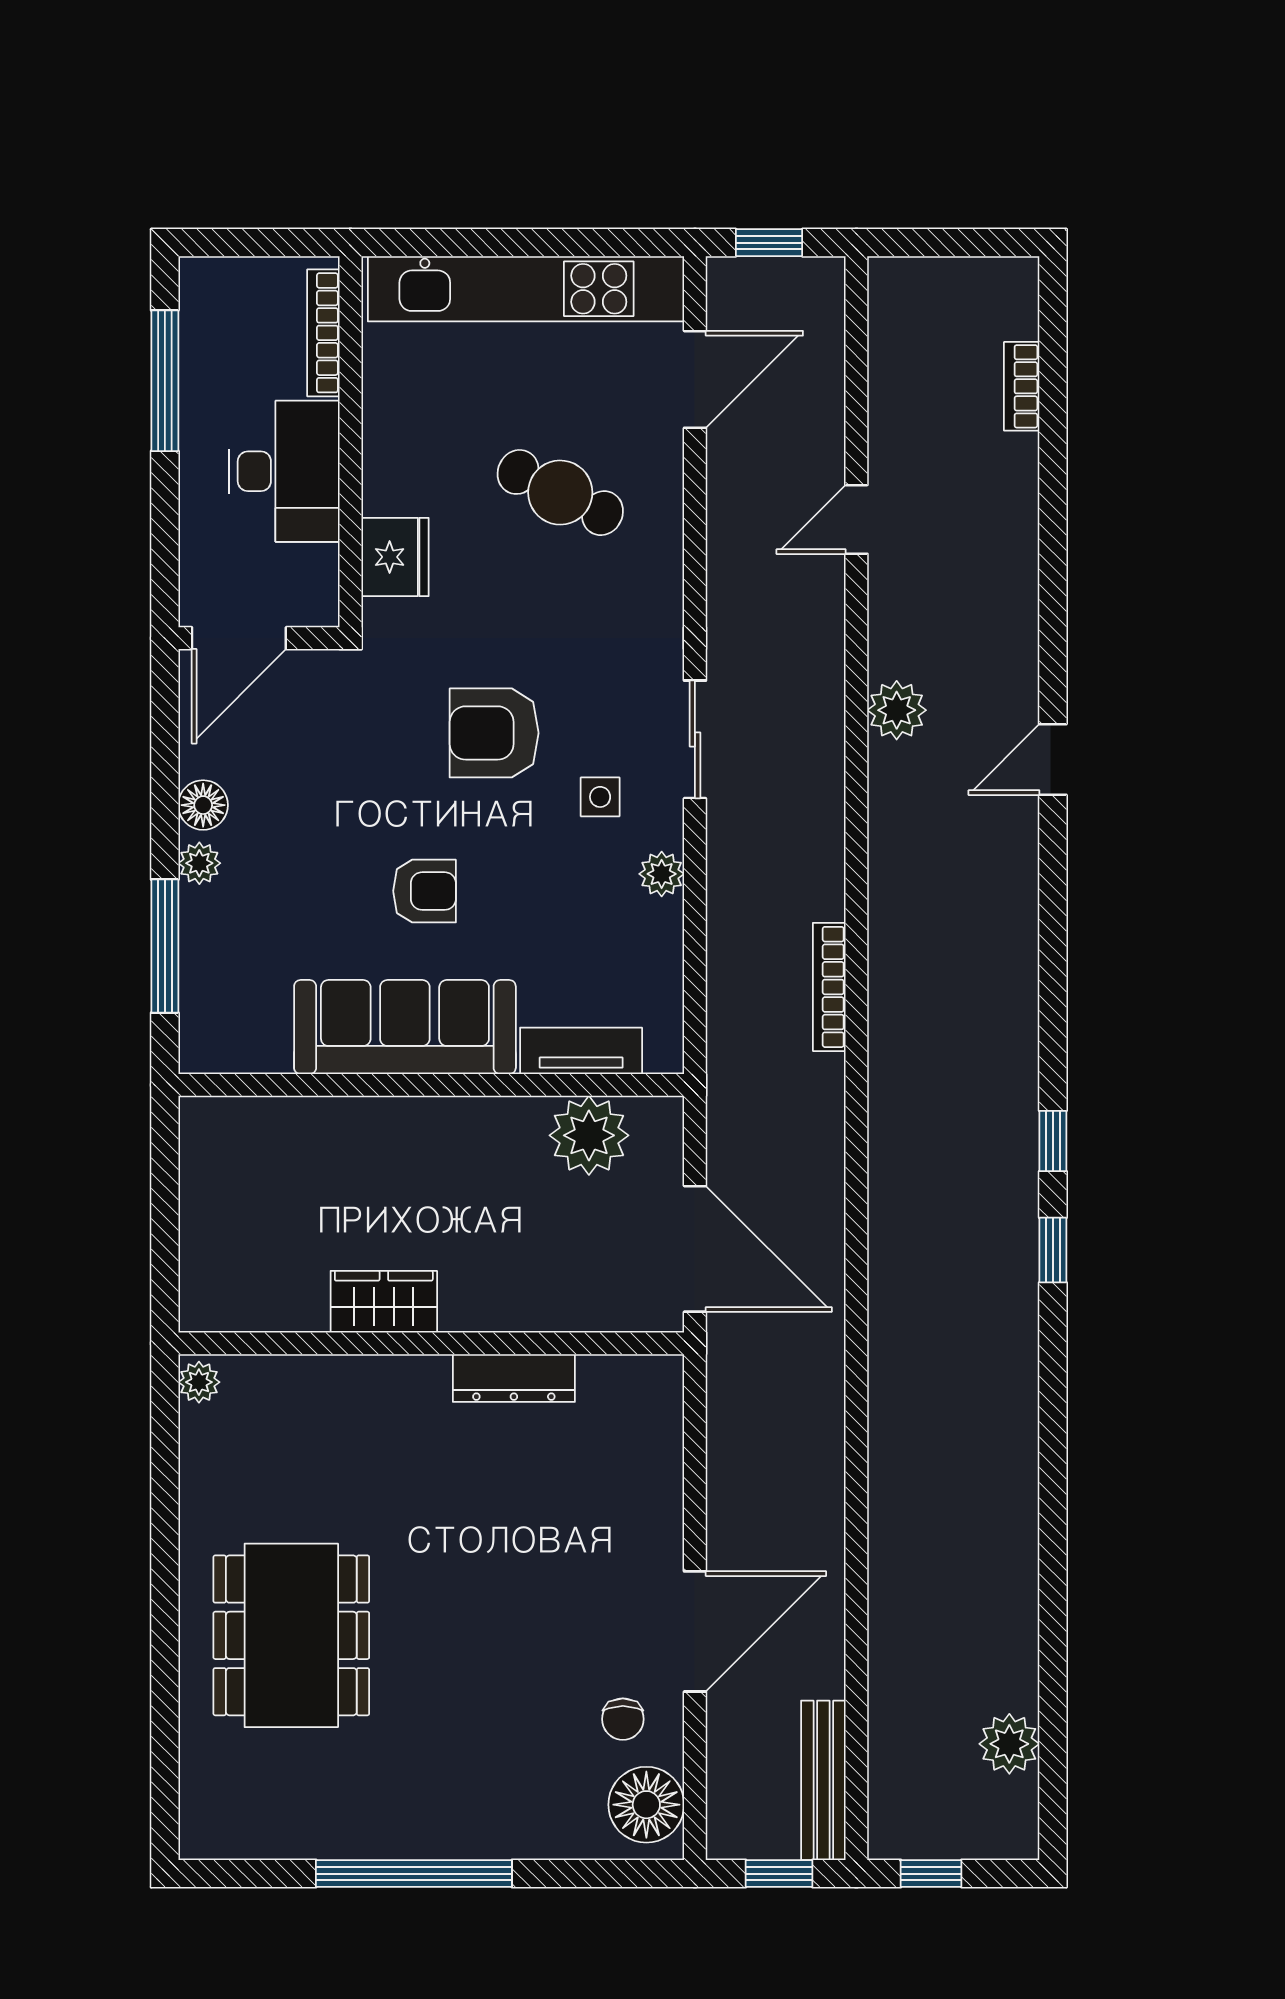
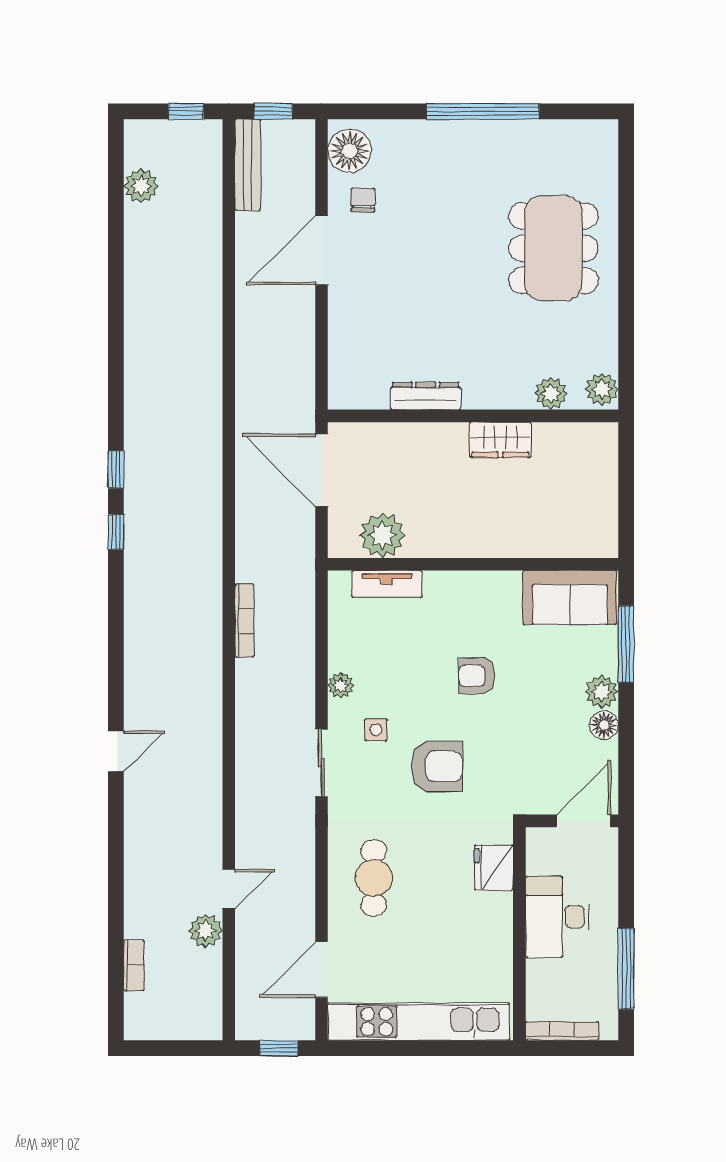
bookcase: (323, 333) -> (562, 1031), moved, turned -90
cafe table: (560, 493) -> (374, 878), moved, turned 64
plant: (897, 710) -> (206, 931), moved
plant: (199, 863) -> (602, 692), width x1.38, depth x1.38
sofa: (405, 1027) -> (570, 598), moved, width x0.73
plant: (199, 1382) -> (602, 389), width x1.38, depth x1.38
plant: (296, 1382) -> (551, 393), added

